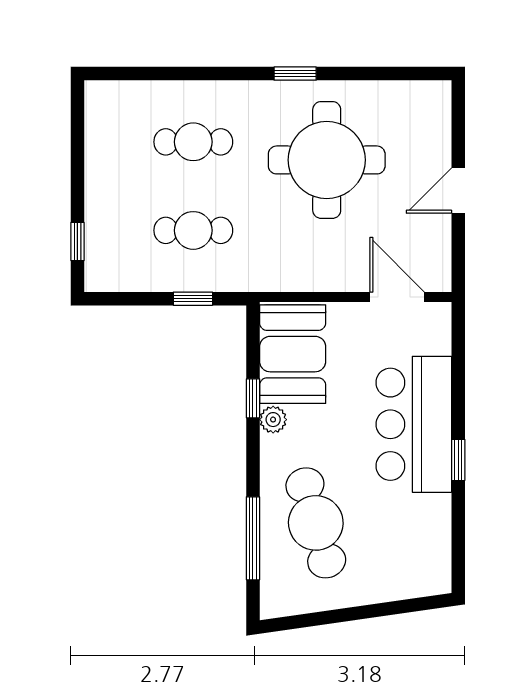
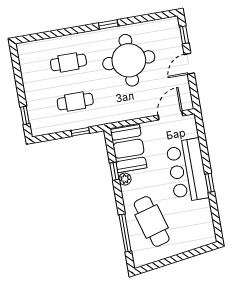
window: (458, 125) -> (184, 35), added
door: (397, 297) -> (170, 115), hinge flipped

